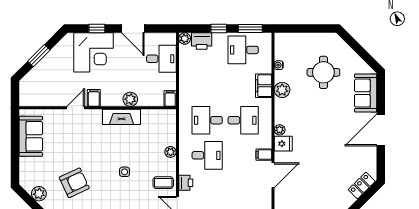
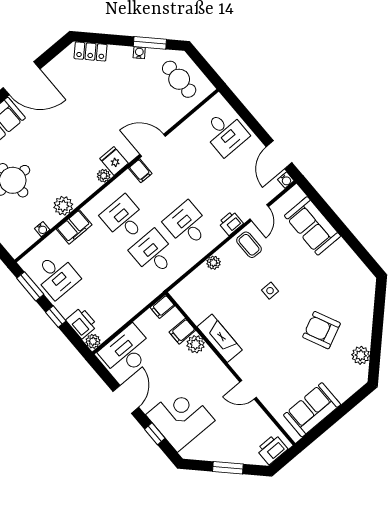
desk: (161, 59) -> (126, 351), width x1.37
printer: (27, 92) -> (272, 449), added
filing cabinet: (94, 98) -> (182, 331), moved
desk: (207, 120) -> (153, 253), turned 180

